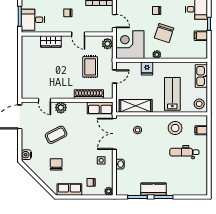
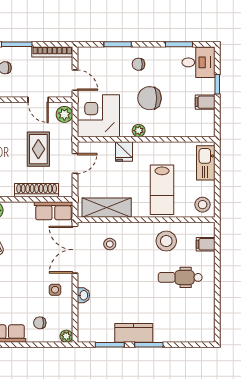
chair: (164, 33) -> (150, 98), turned 72
door: (78, 34) -> (38, 100), moved
lab bench: (172, 94) -> (162, 190), turned 180

